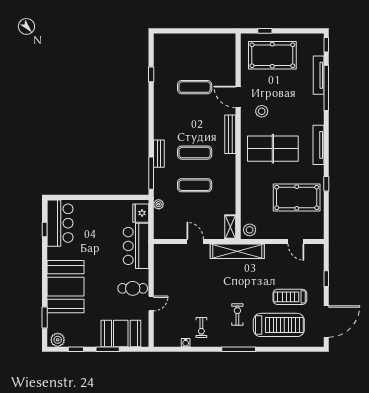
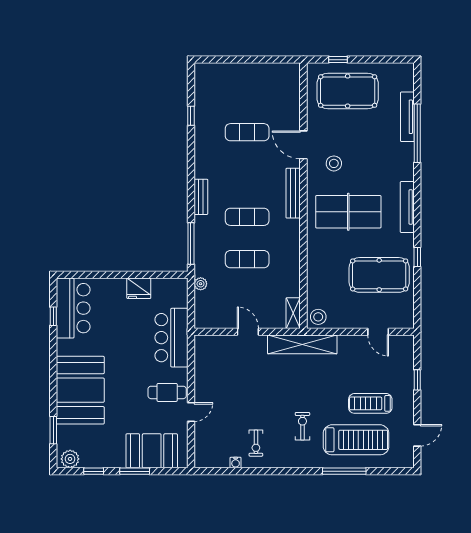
window: (326, 45) -> (417, 77), removed
bench: (159, 154) -> (201, 197), moved
fridge: (141, 213) -> (139, 288), moved, turned -90
door: (326, 321) -> (417, 435), width x0.53
window: (239, 349) -> (344, 471), moved

